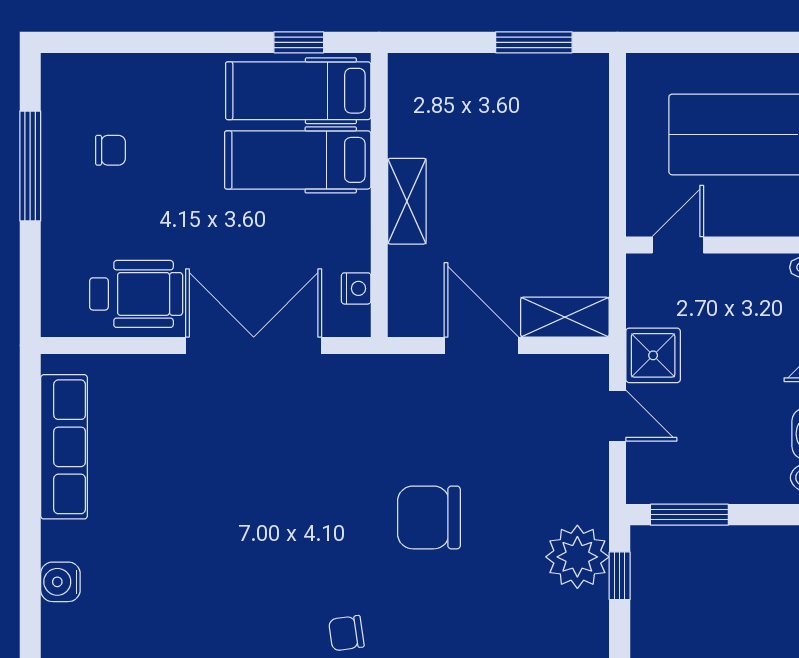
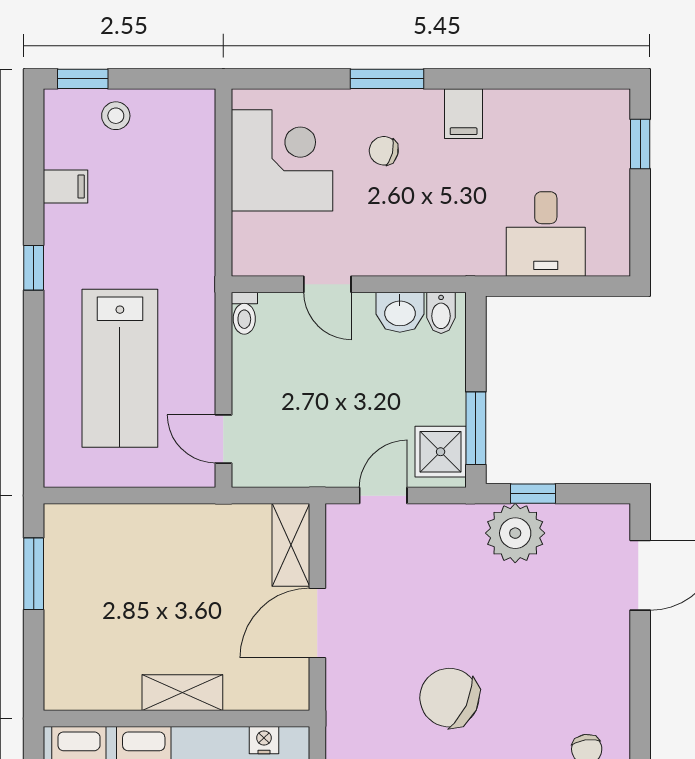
shower: (653, 355) -> (441, 452), moved
chair: (429, 517) -> (449, 698), moved, turned 115

